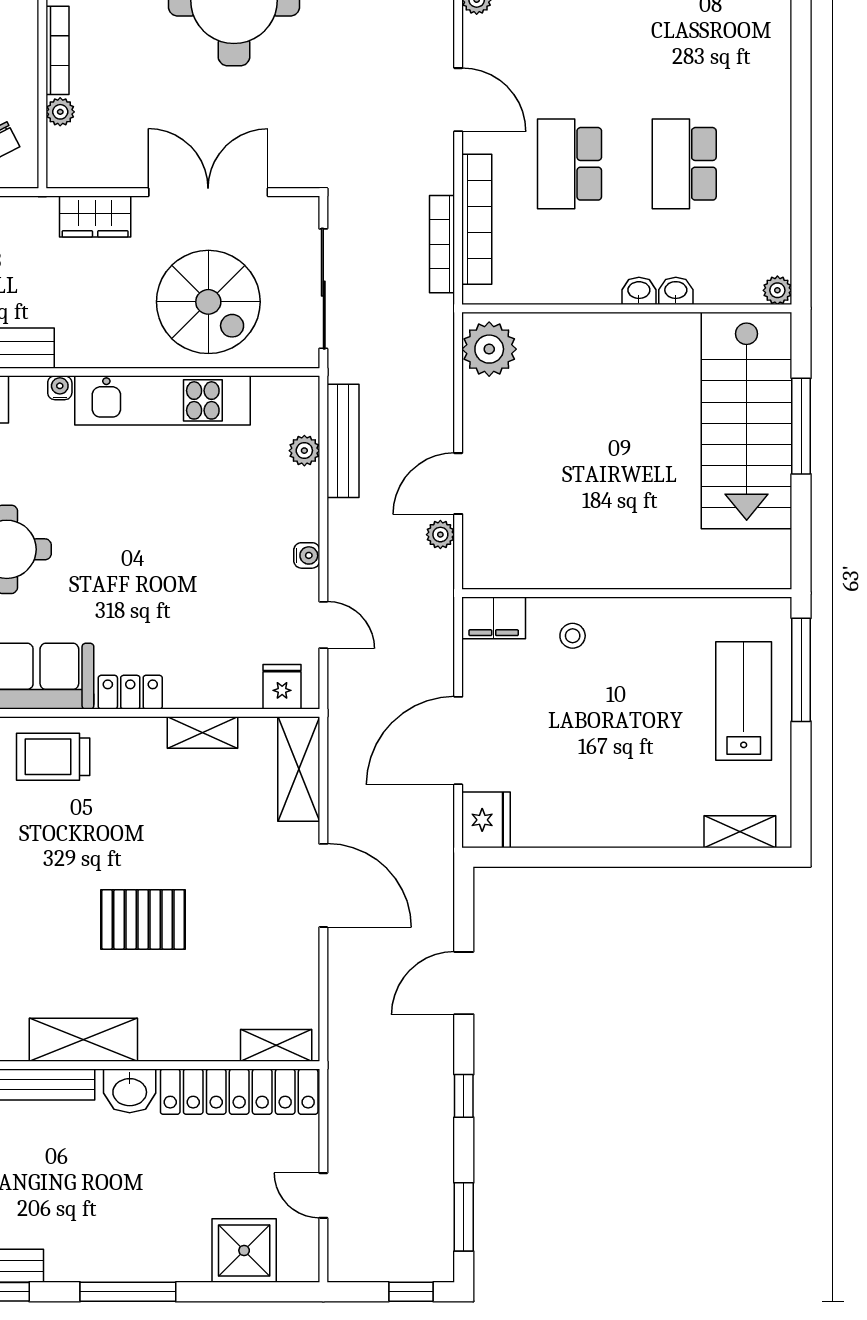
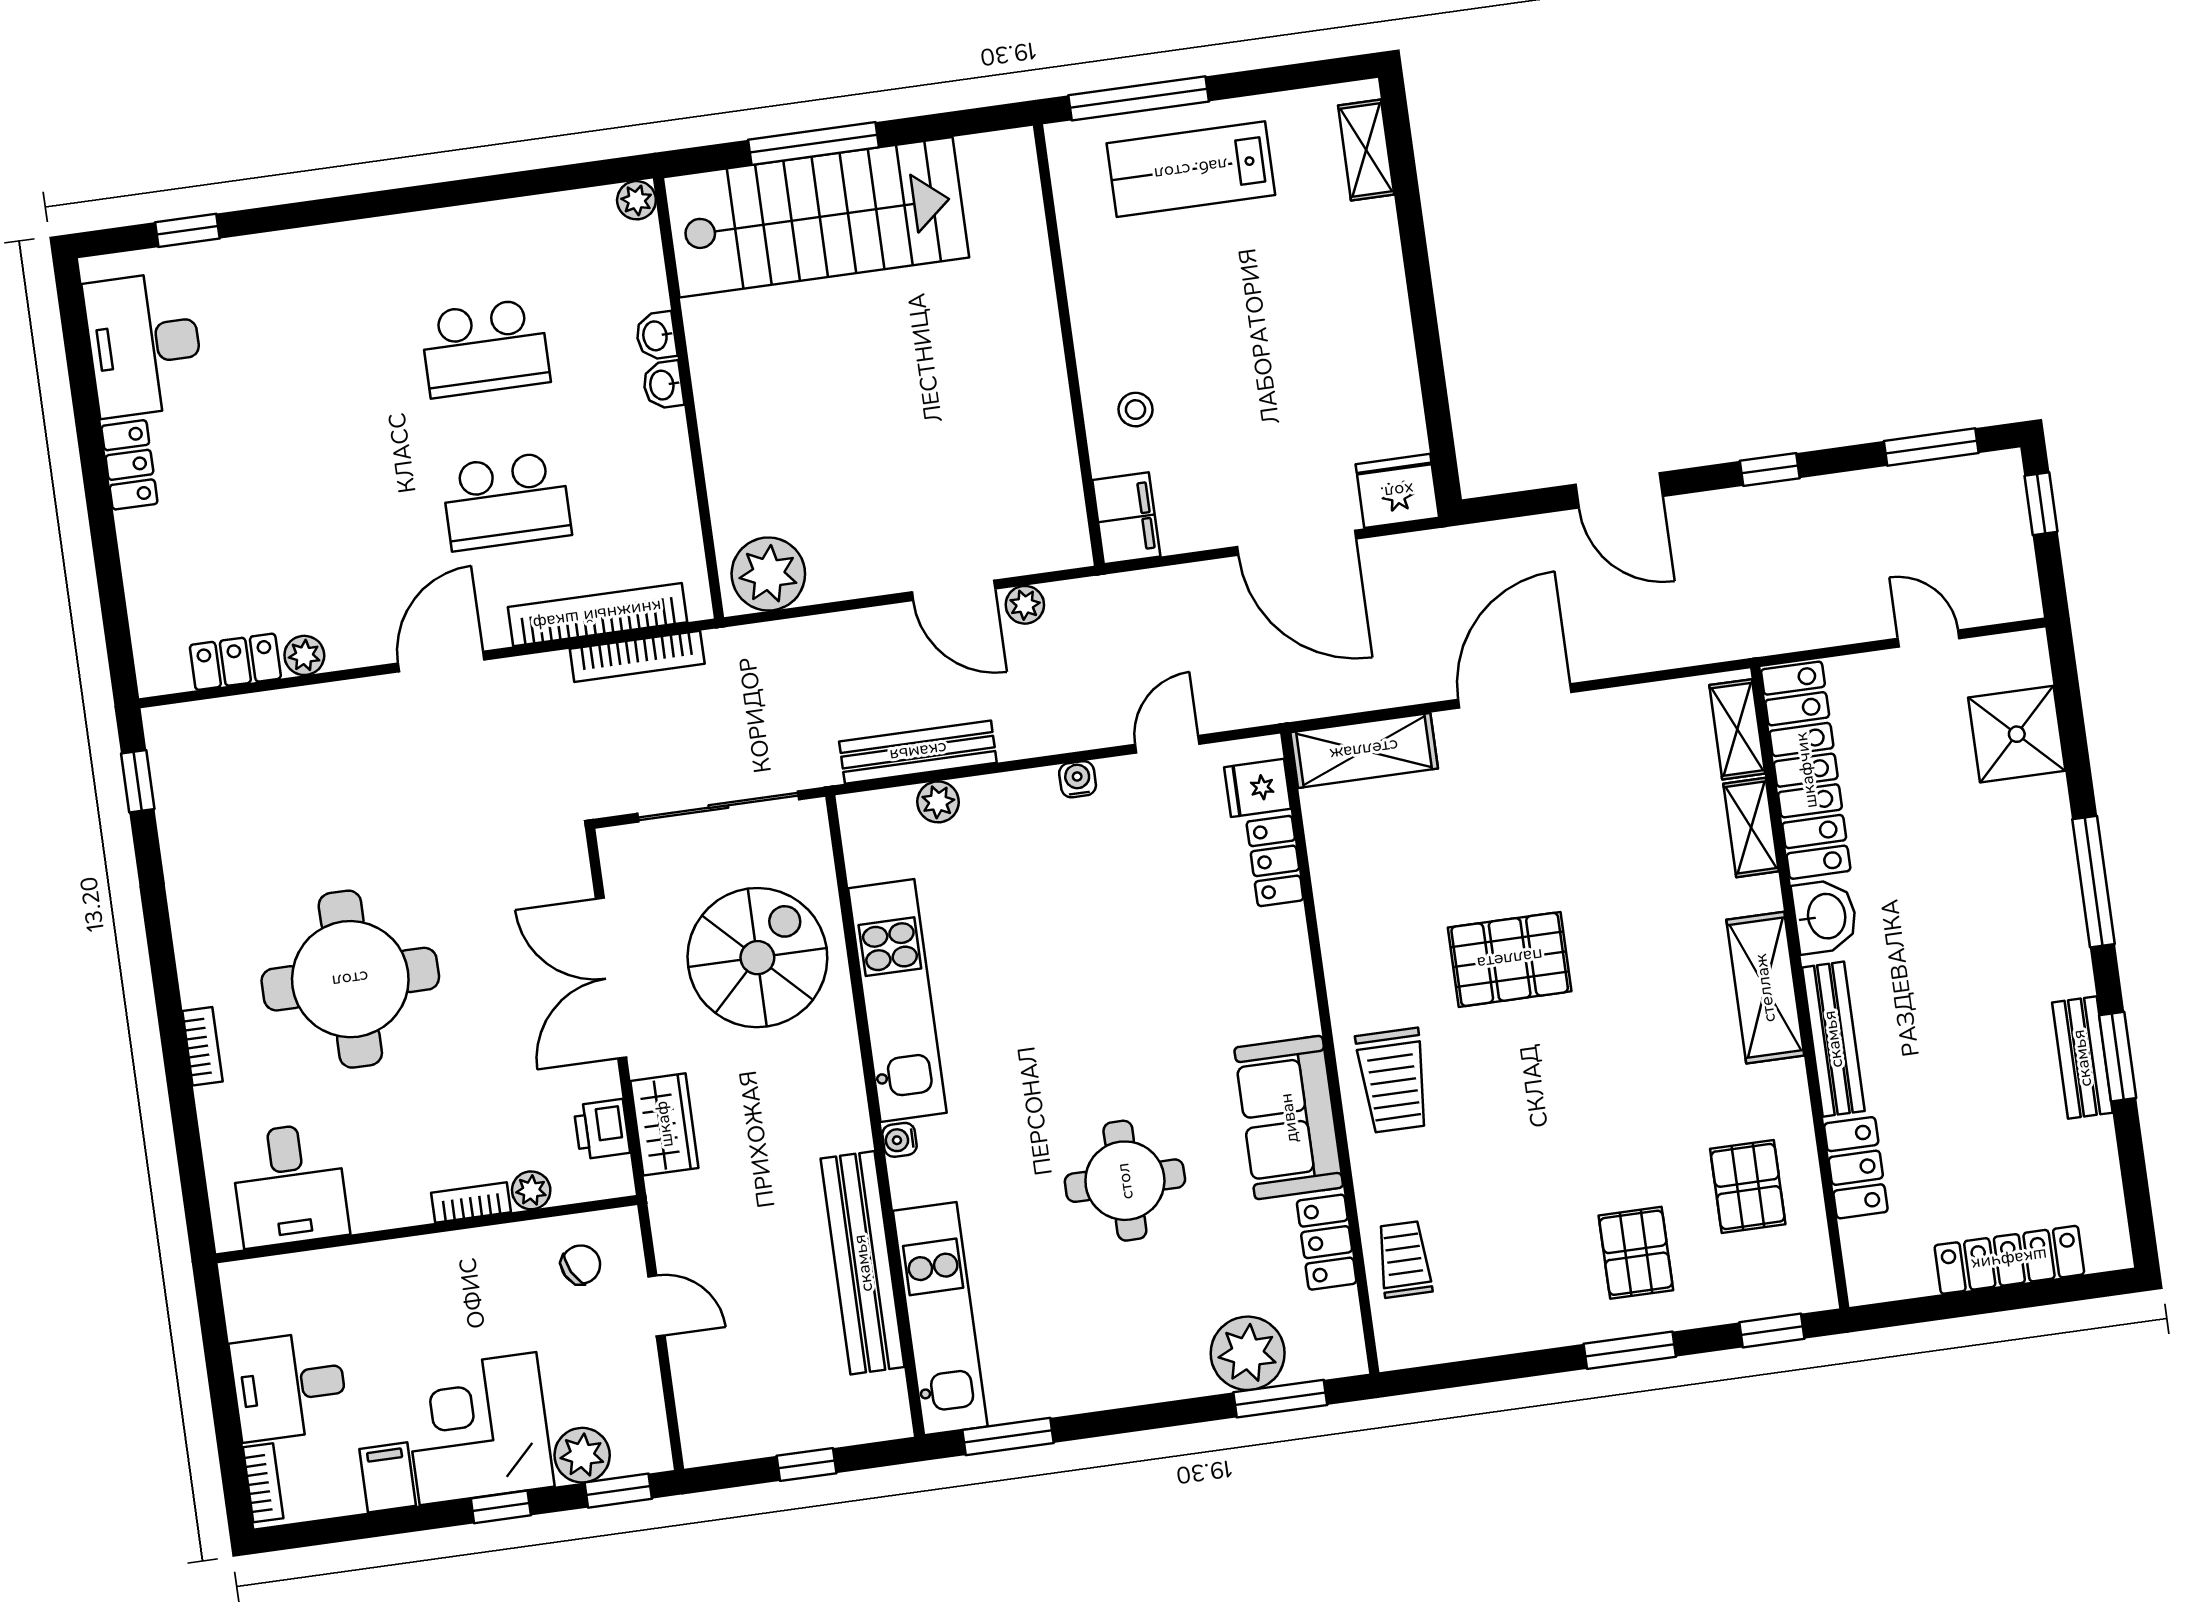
bookcase: (57, 50) -> (471, 1203), width x0.64
printer: (98, 170) -> (602, 1129), added
locker: (130, 692) -> (1275, 861), moved
shelving: (203, 733) -> (1751, 828), moved
pallet: (143, 919) -> (1510, 959), moved, turned 90
door: (323, 1195) -> (1929, 639), swing flipped

